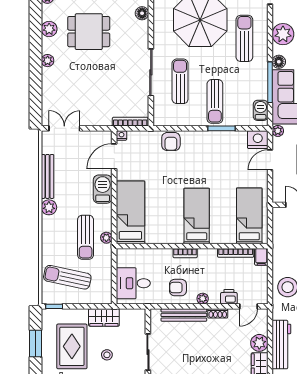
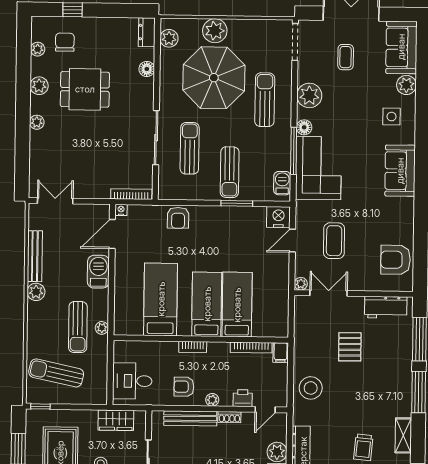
plant: (278, 131) -> (301, 284), moved
bed: (130, 212) -> (161, 299), moved
bed: (249, 216) -> (237, 305), moved
wardrobe: (104, 317) -> (116, 420), moved

